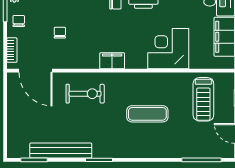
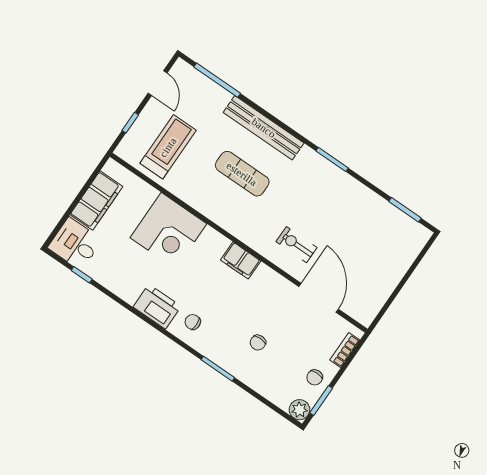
chair: (60, 33) -> (258, 343), moved
door: (36, 71) -> (319, 298), moved
exercise bike: (85, 94) -> (296, 245), width x0.73, depth x0.72
bench: (61, 151) -> (264, 128), moved

